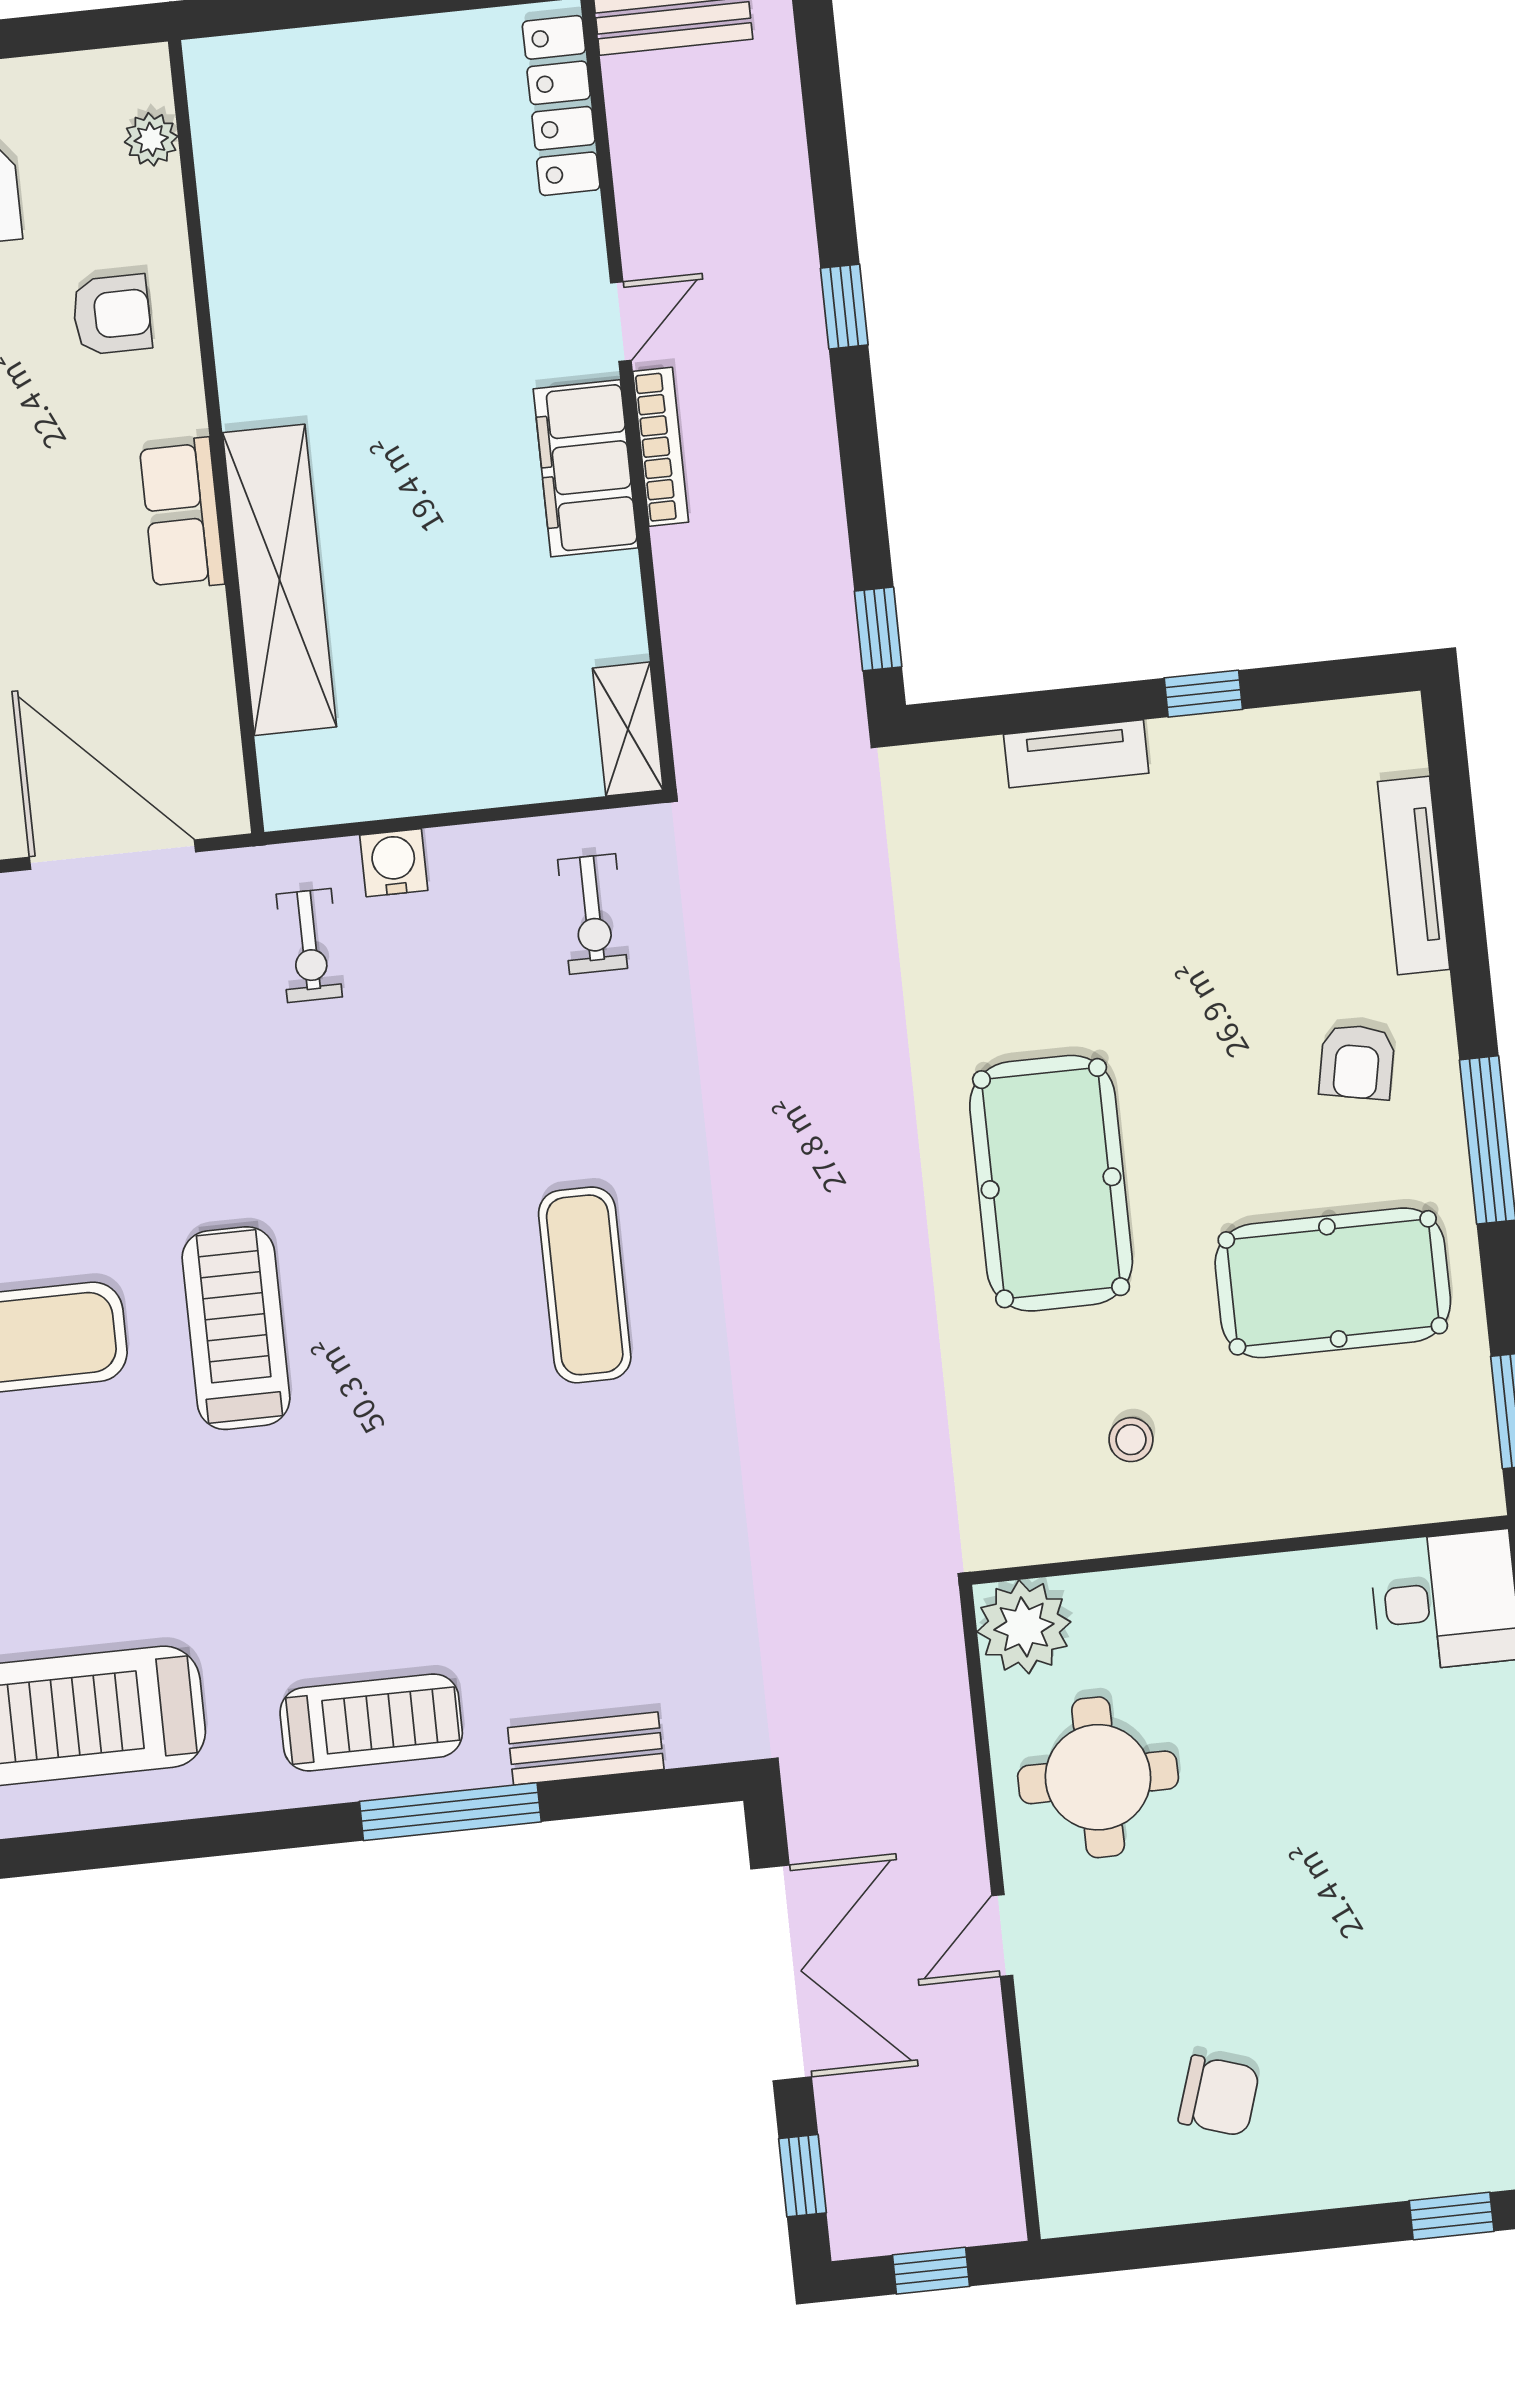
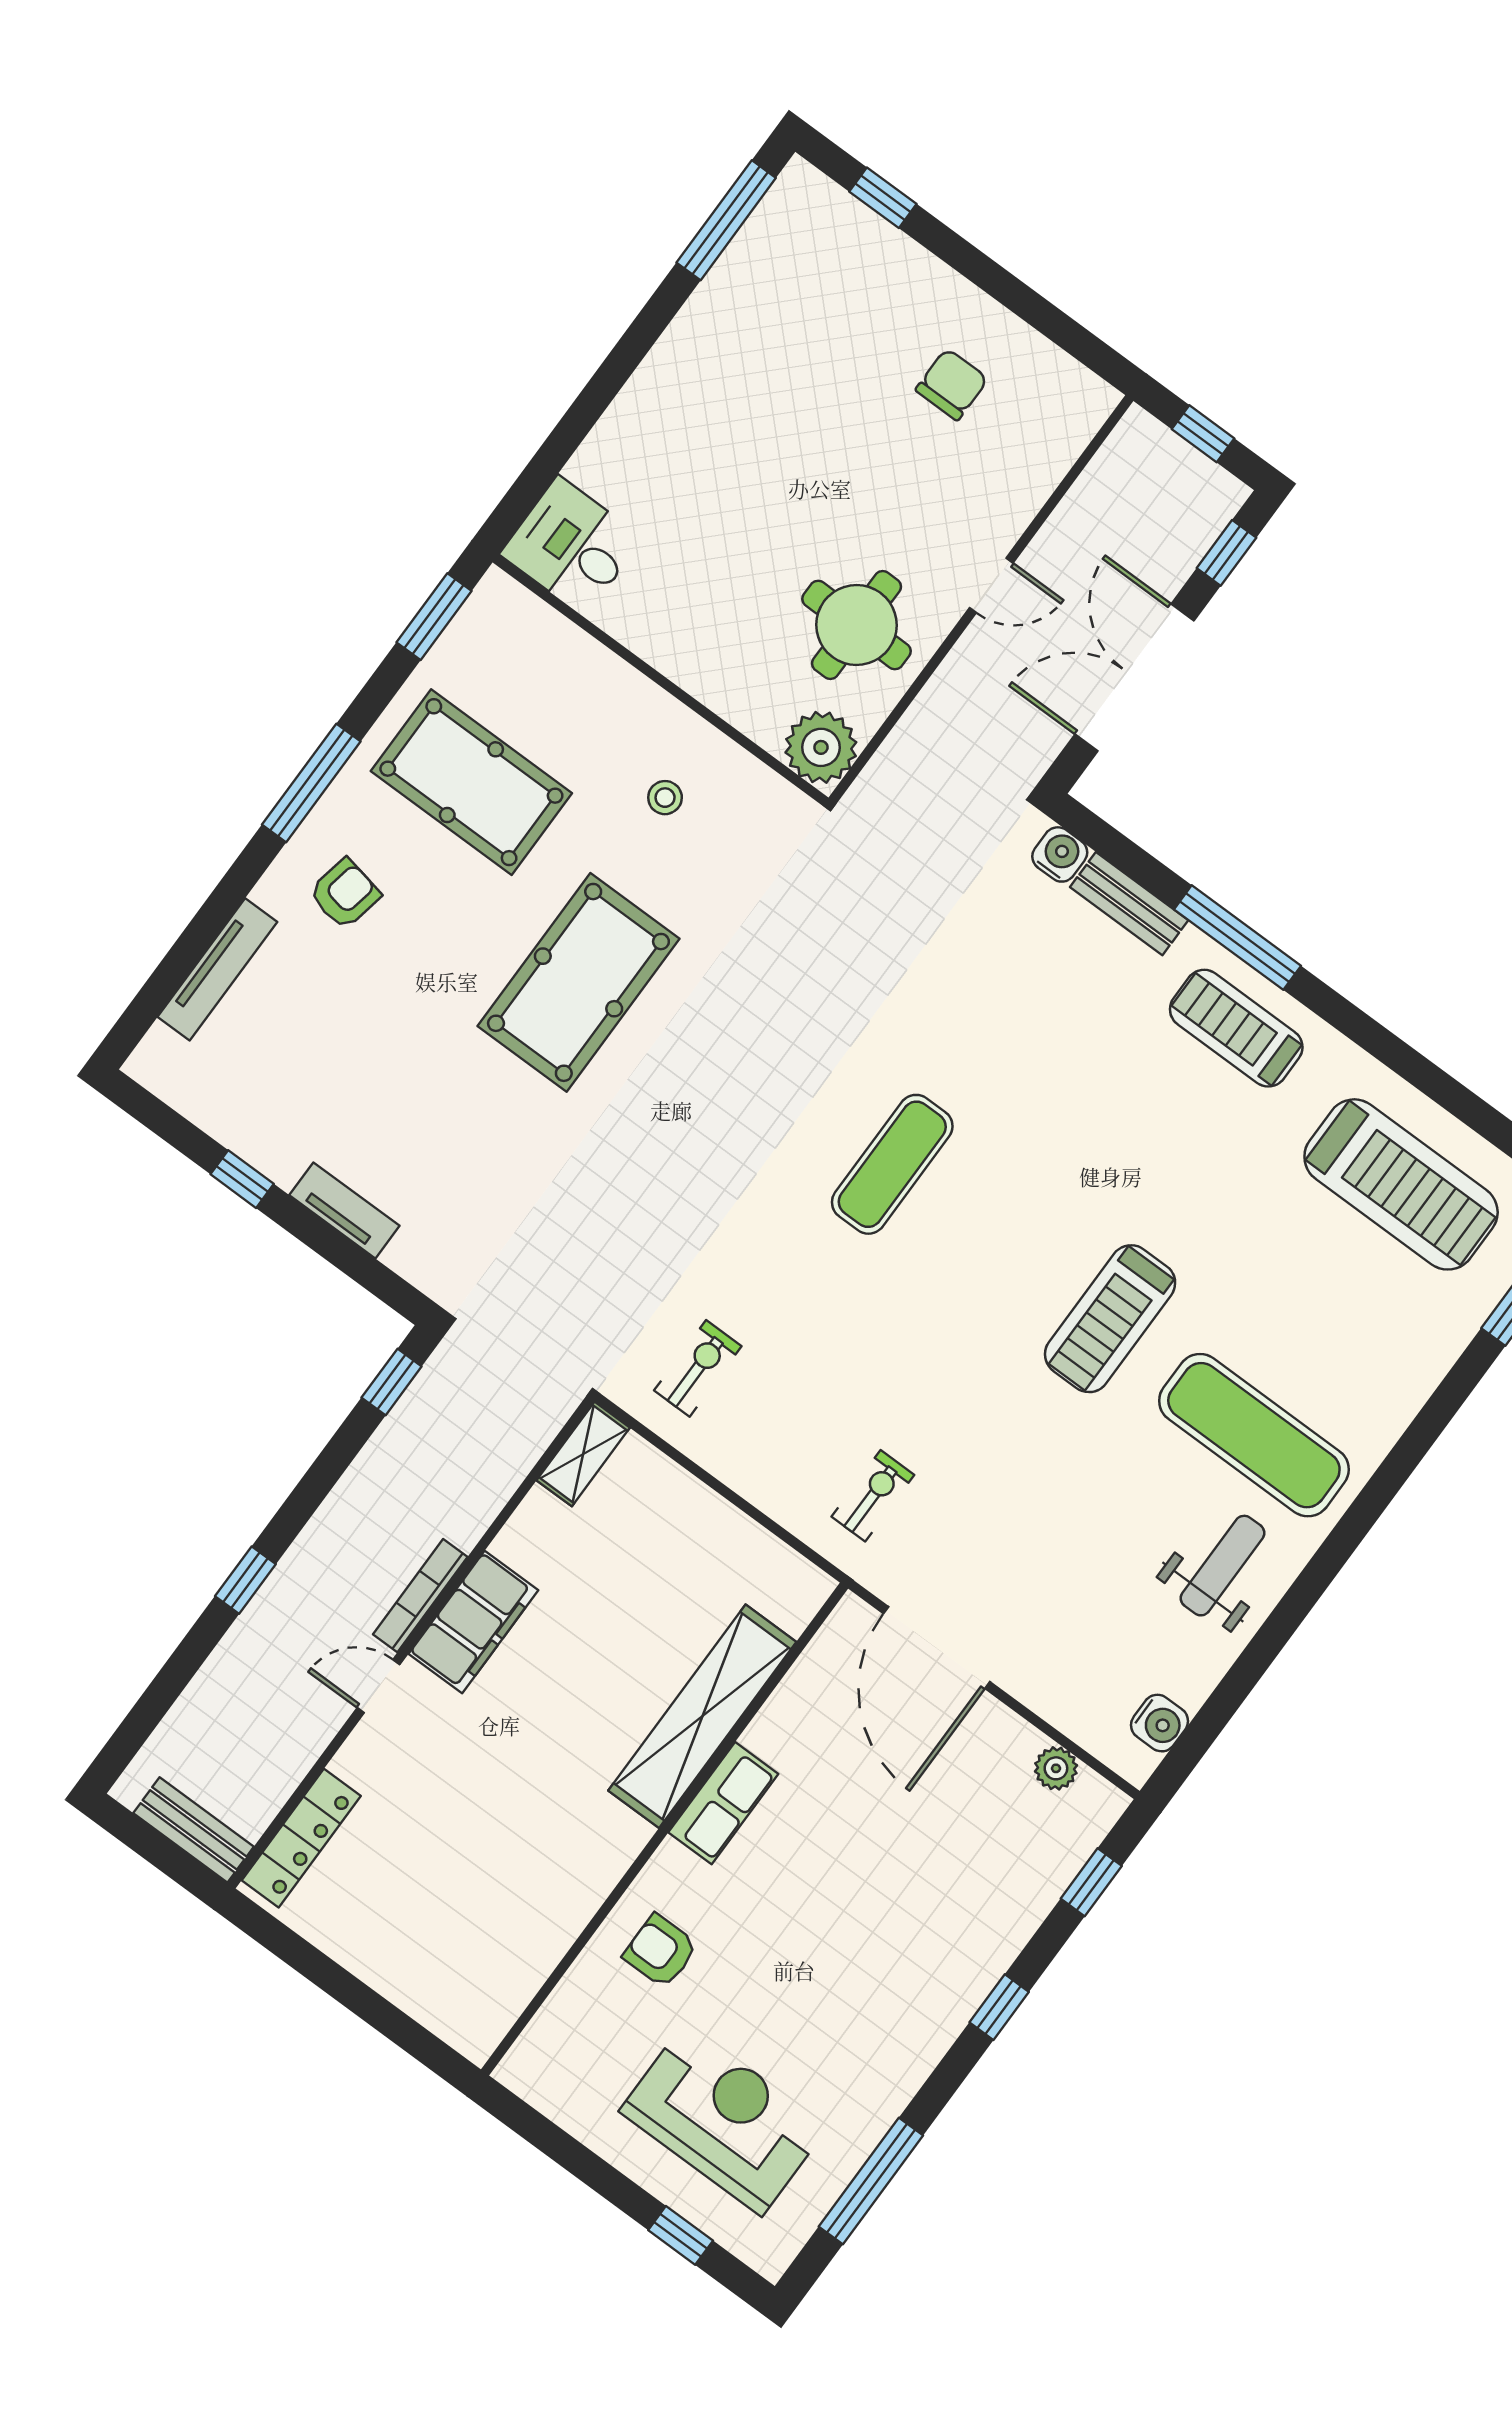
plant: (151, 139) -> (549, 2029), removed
water cooler: (394, 863) -> (1060, 854), moved, turned 180
chair: (1219, 2096) -> (952, 384), turned 72

